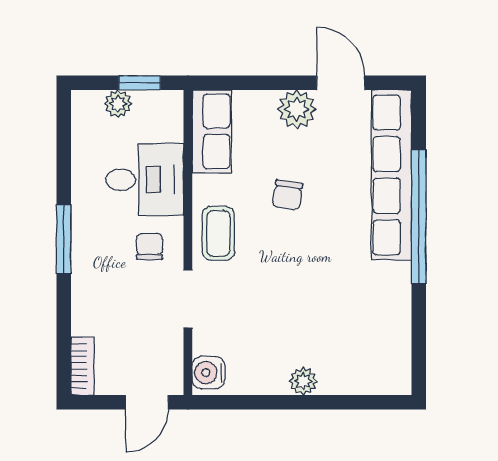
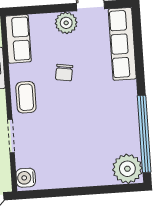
row of seats: (391, 175) -> (122, 44), width x0.73
window: (419, 217) -> (144, 134), moved
plant: (303, 381) -> (127, 169), moved, width x1.88, depth x1.88

